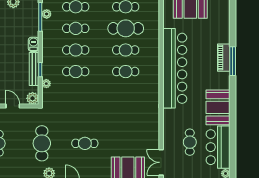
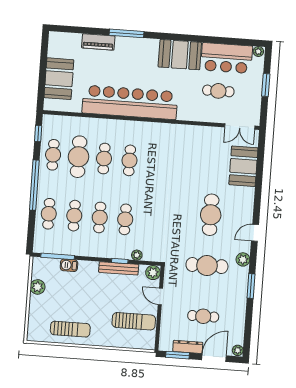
plant: (47, 14) -> (55, 249), removed
barbecue: (33, 44) -> (69, 265), moved
piano: (224, 58) -> (98, 42), moved
door: (13, 106) -> (160, 297), hinge flipped
cafe table: (85, 143) -> (211, 215), width x1.37, depth x1.35

